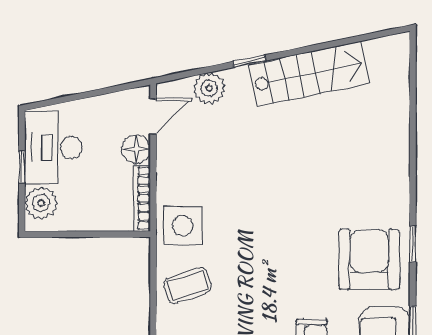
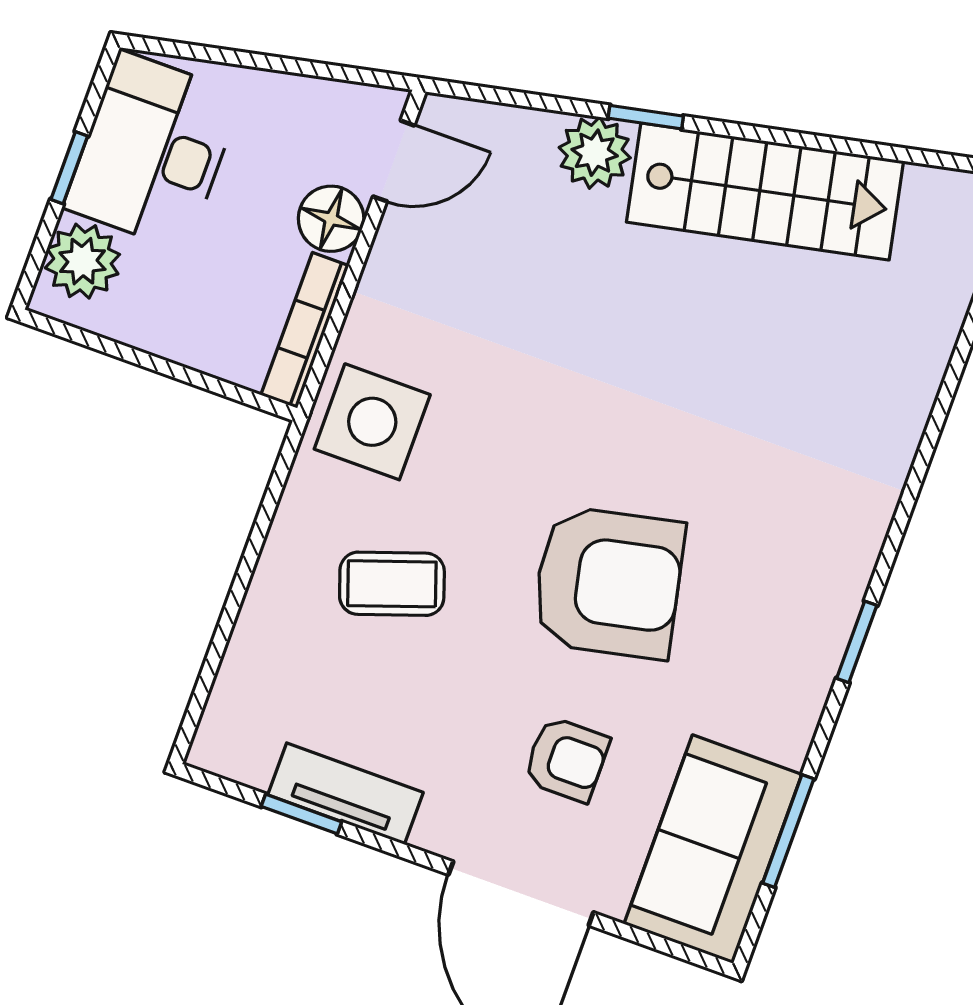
plant: (209, 88) -> (595, 153), moved
armchair: (369, 259) -> (608, 582), moved, turned 78
coffee table: (187, 286) -> (392, 584), moved

